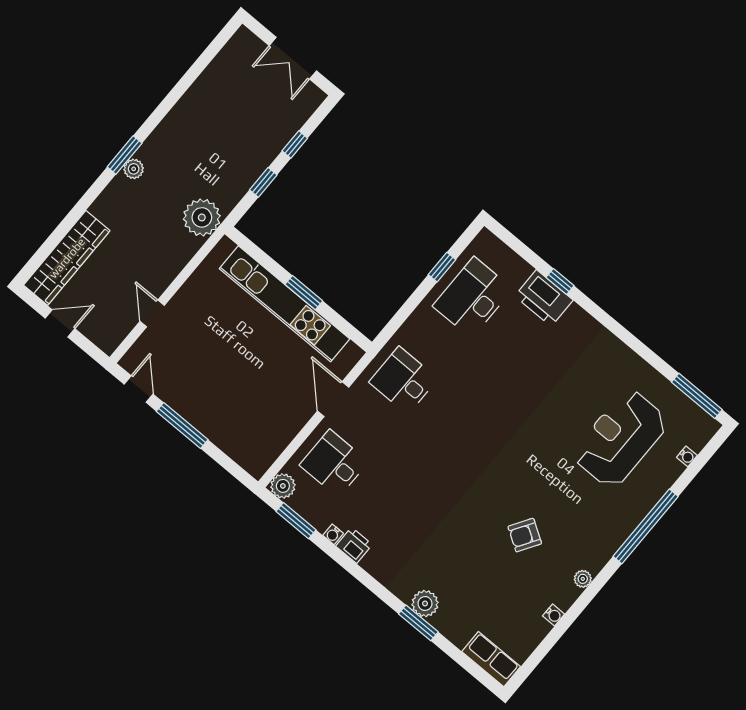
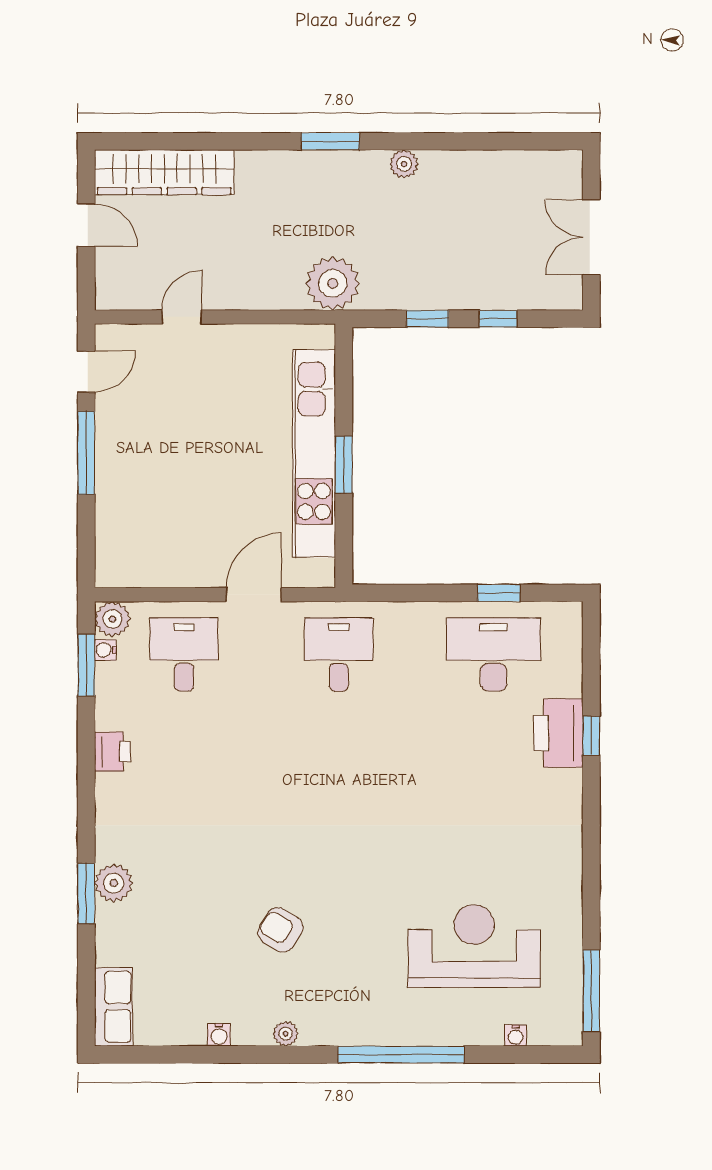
plant: (134, 169) -> (404, 164), moved
water cooler: (333, 534) -> (105, 650), moved

